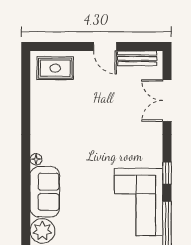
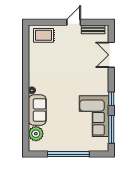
door: (105, 47) -> (74, 22), swing flipped

